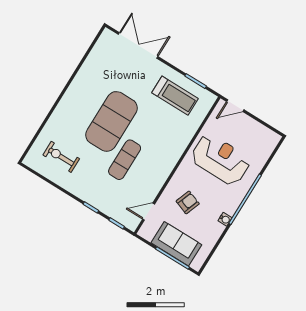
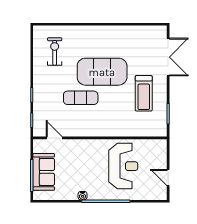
treadmill: (175, 96) -> (144, 93), moved
door: (235, 106) -> (168, 178), moved
armchair: (188, 202) -> (78, 162), removed

